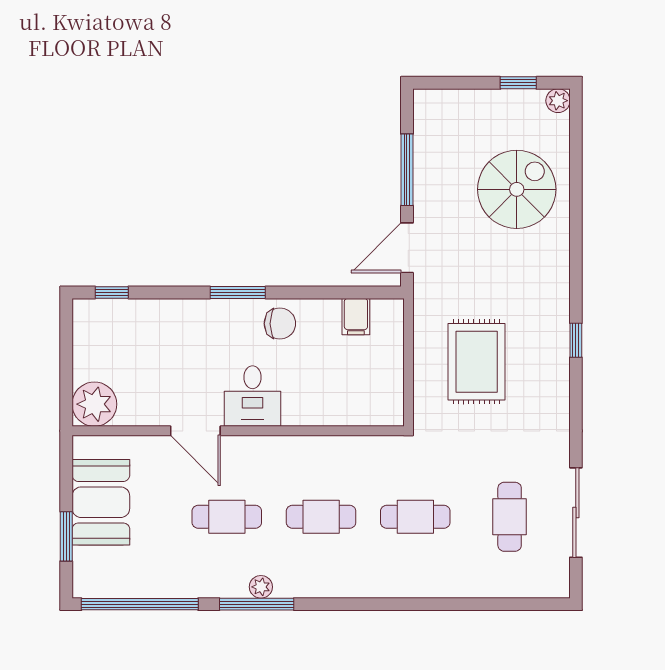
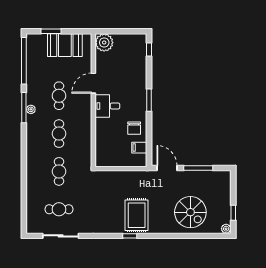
chair: (280, 324) -> (134, 128), moved
rug: (477, 362) -> (137, 215), moved, turned 90

